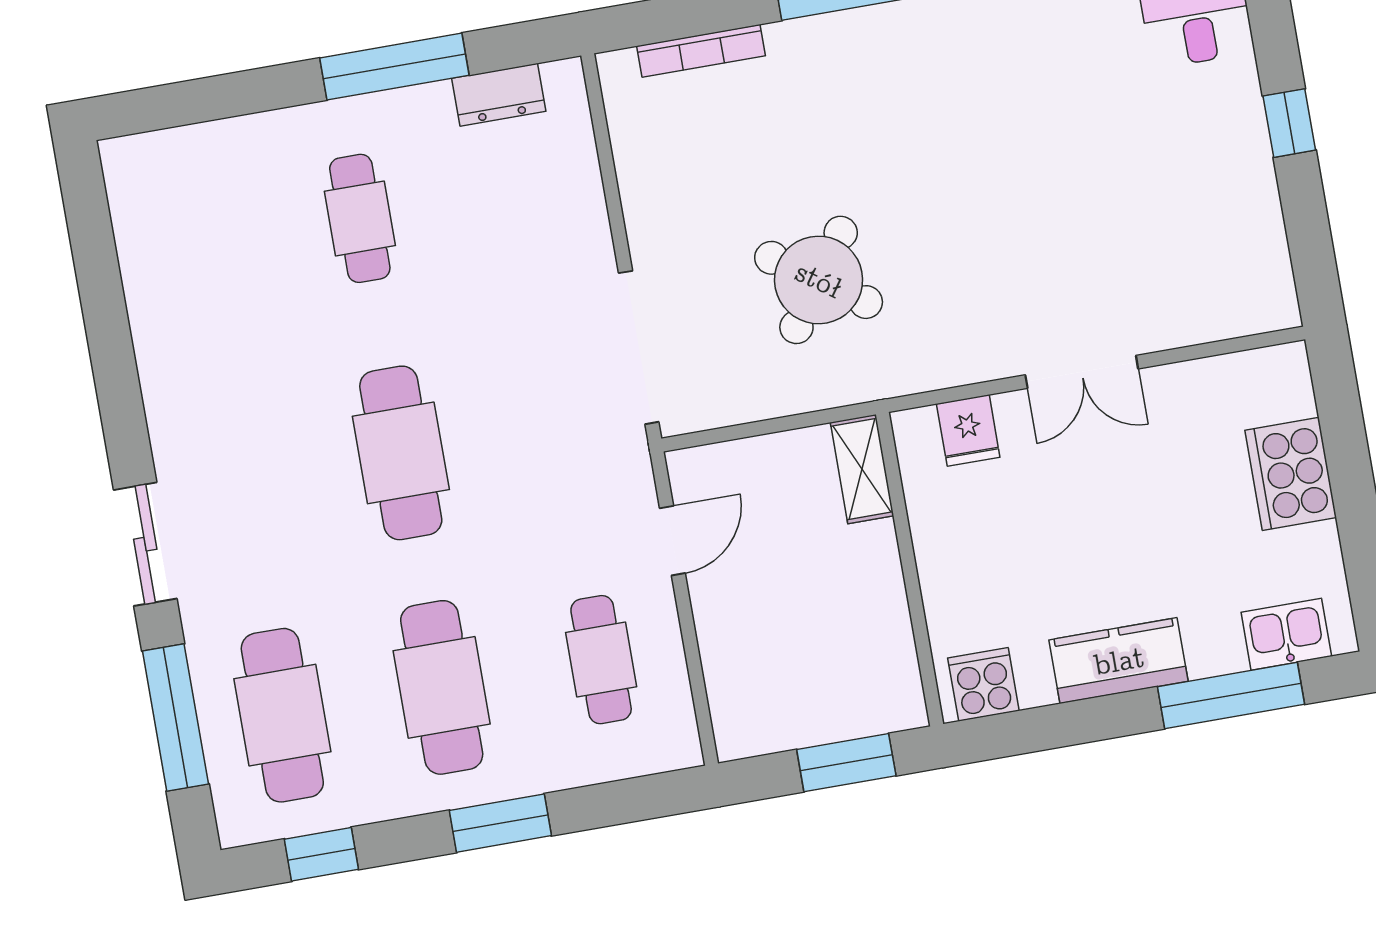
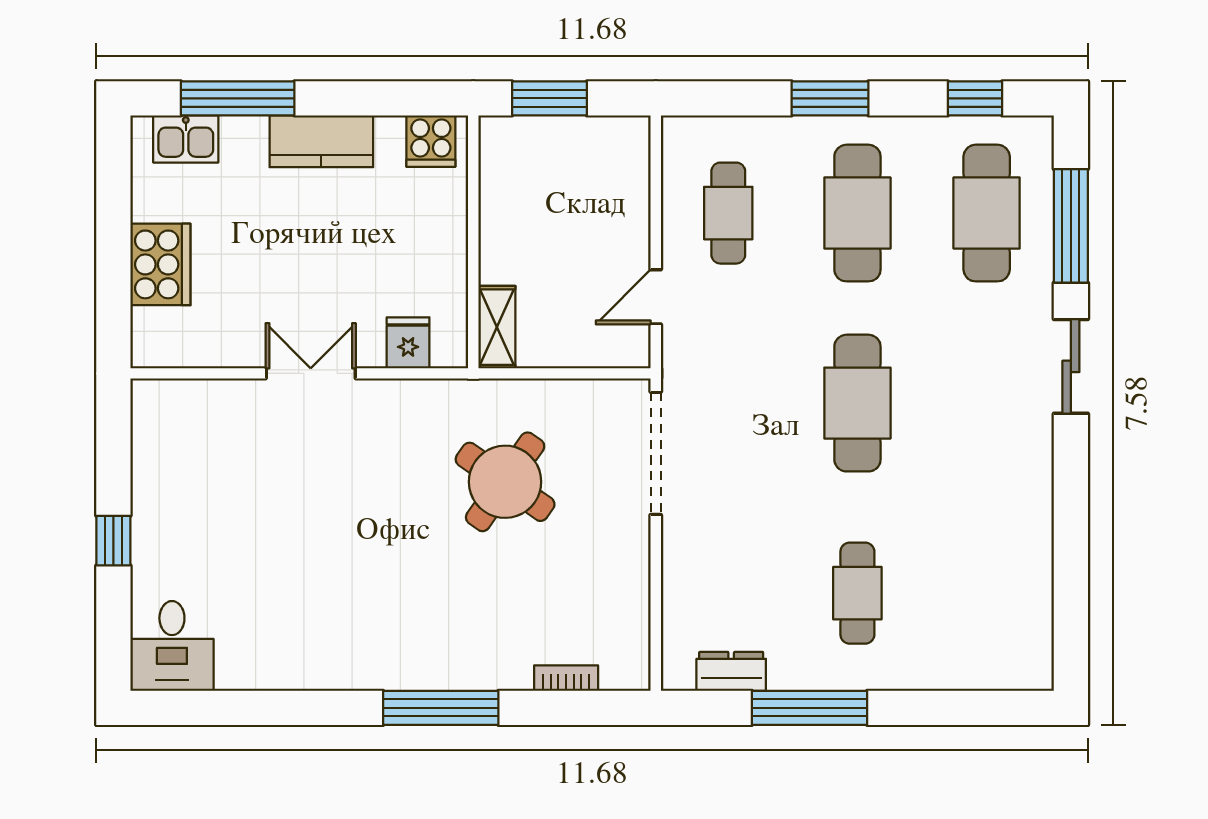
bookcase: (701, 51) -> (566, 678), width x0.64

